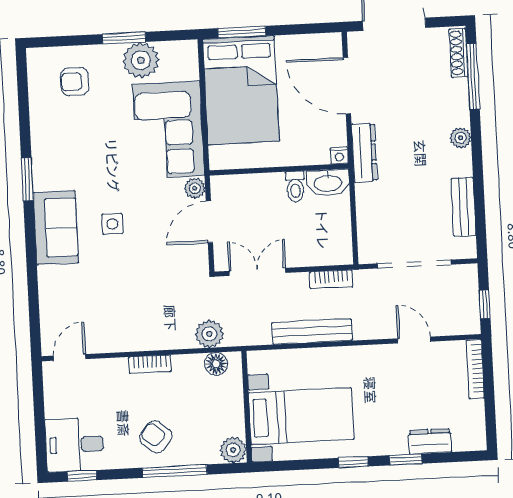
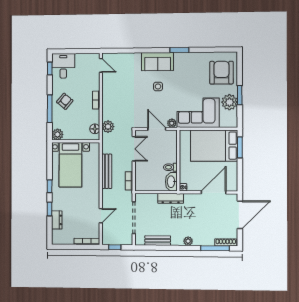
armchair: (75, 82) -> (221, 73), width x1.88, depth x1.88
dresser: (364, 153) -> (171, 198), moved

